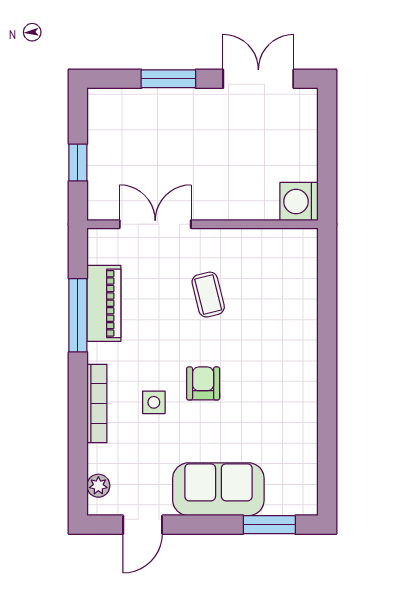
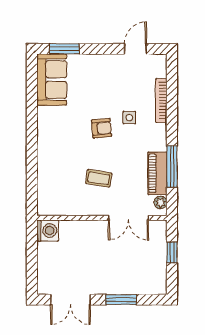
coffee table: (208, 295) -> (99, 178), turned -67
armchair: (203, 383) -> (102, 128), turned -95
bookcase: (97, 403) -> (161, 101), moved
plant: (98, 486) -> (160, 202), moved
sofa: (218, 489) -> (52, 80), moved, turned -90

